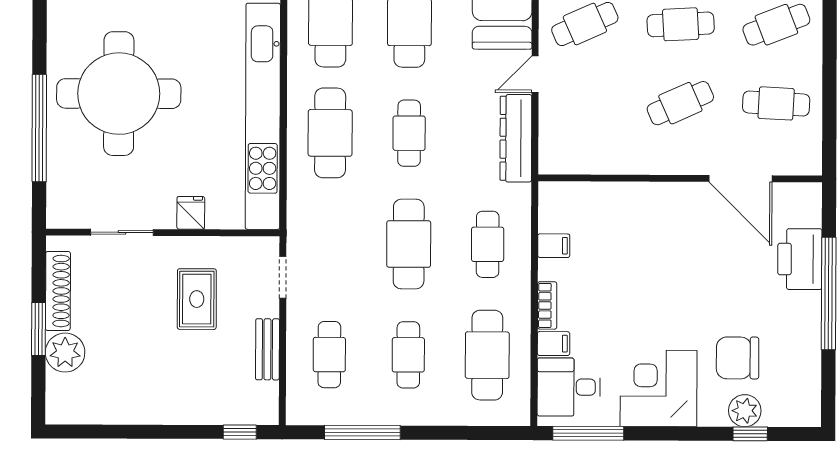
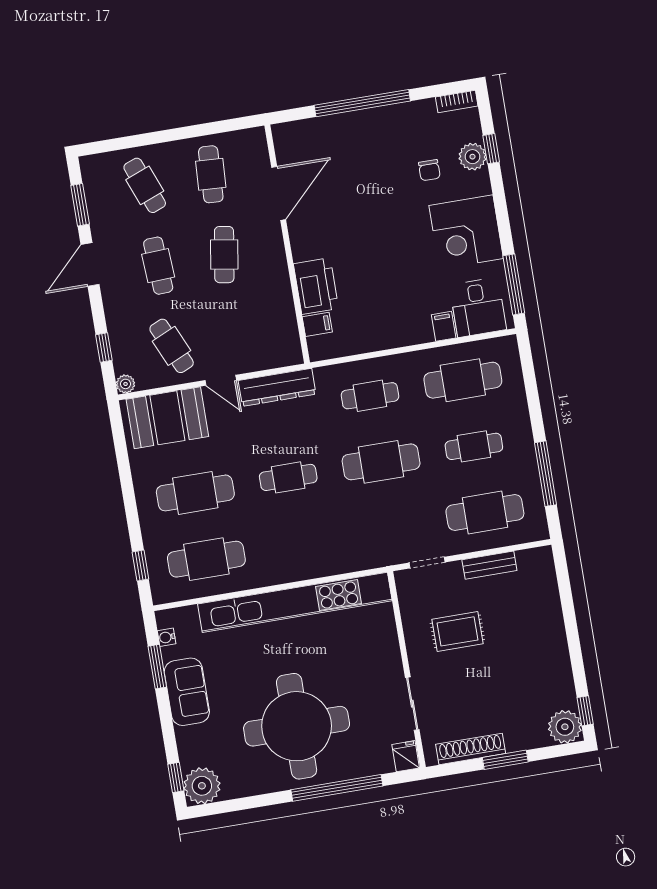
cafe table: (680, 103) -> (224, 255), turned 33
cafe table: (330, 133) -> (299, 544), removed
fridge: (191, 213) -> (406, 756), moved, turned 90
filing cabinet: (554, 246) -> (317, 324), moved, turned 90
printer: (800, 259) -> (316, 286), moved, turned -90
bookcase: (547, 305) -> (457, 102), moved, turned 180
plant: (65, 353) -> (565, 727), moved
cafe table: (329, 355) -> (485, 513), width x1.37, depth x1.35
chair: (738, 358) -> (429, 170), width x0.54, depth x0.54
window: (240, 432) -> (585, 711), moved

